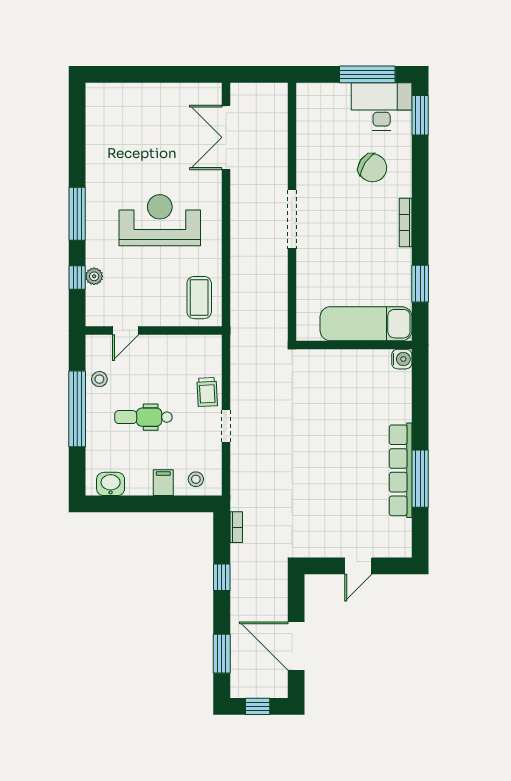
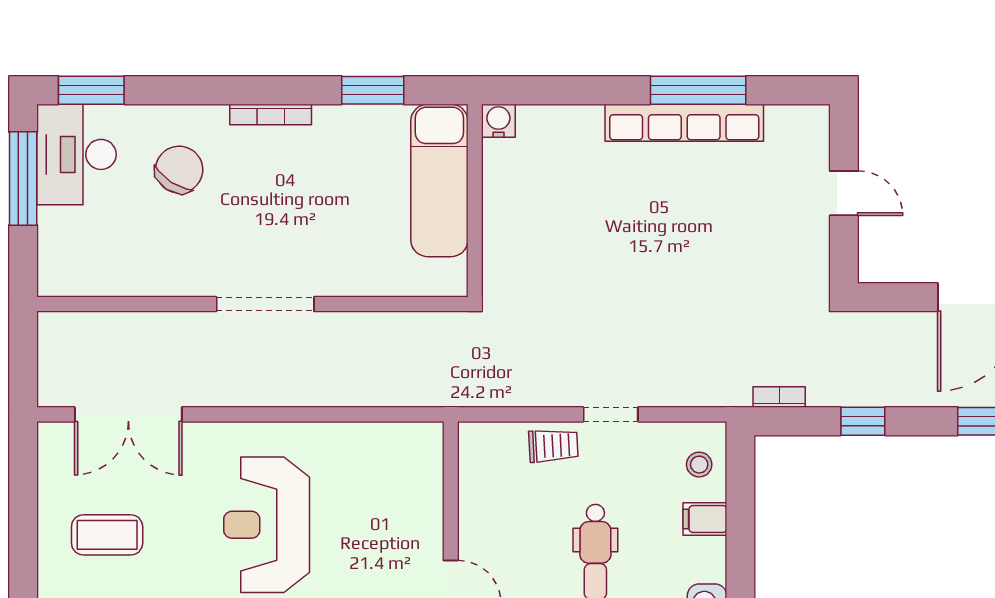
coffee table: (199, 298) -> (107, 535), moved

